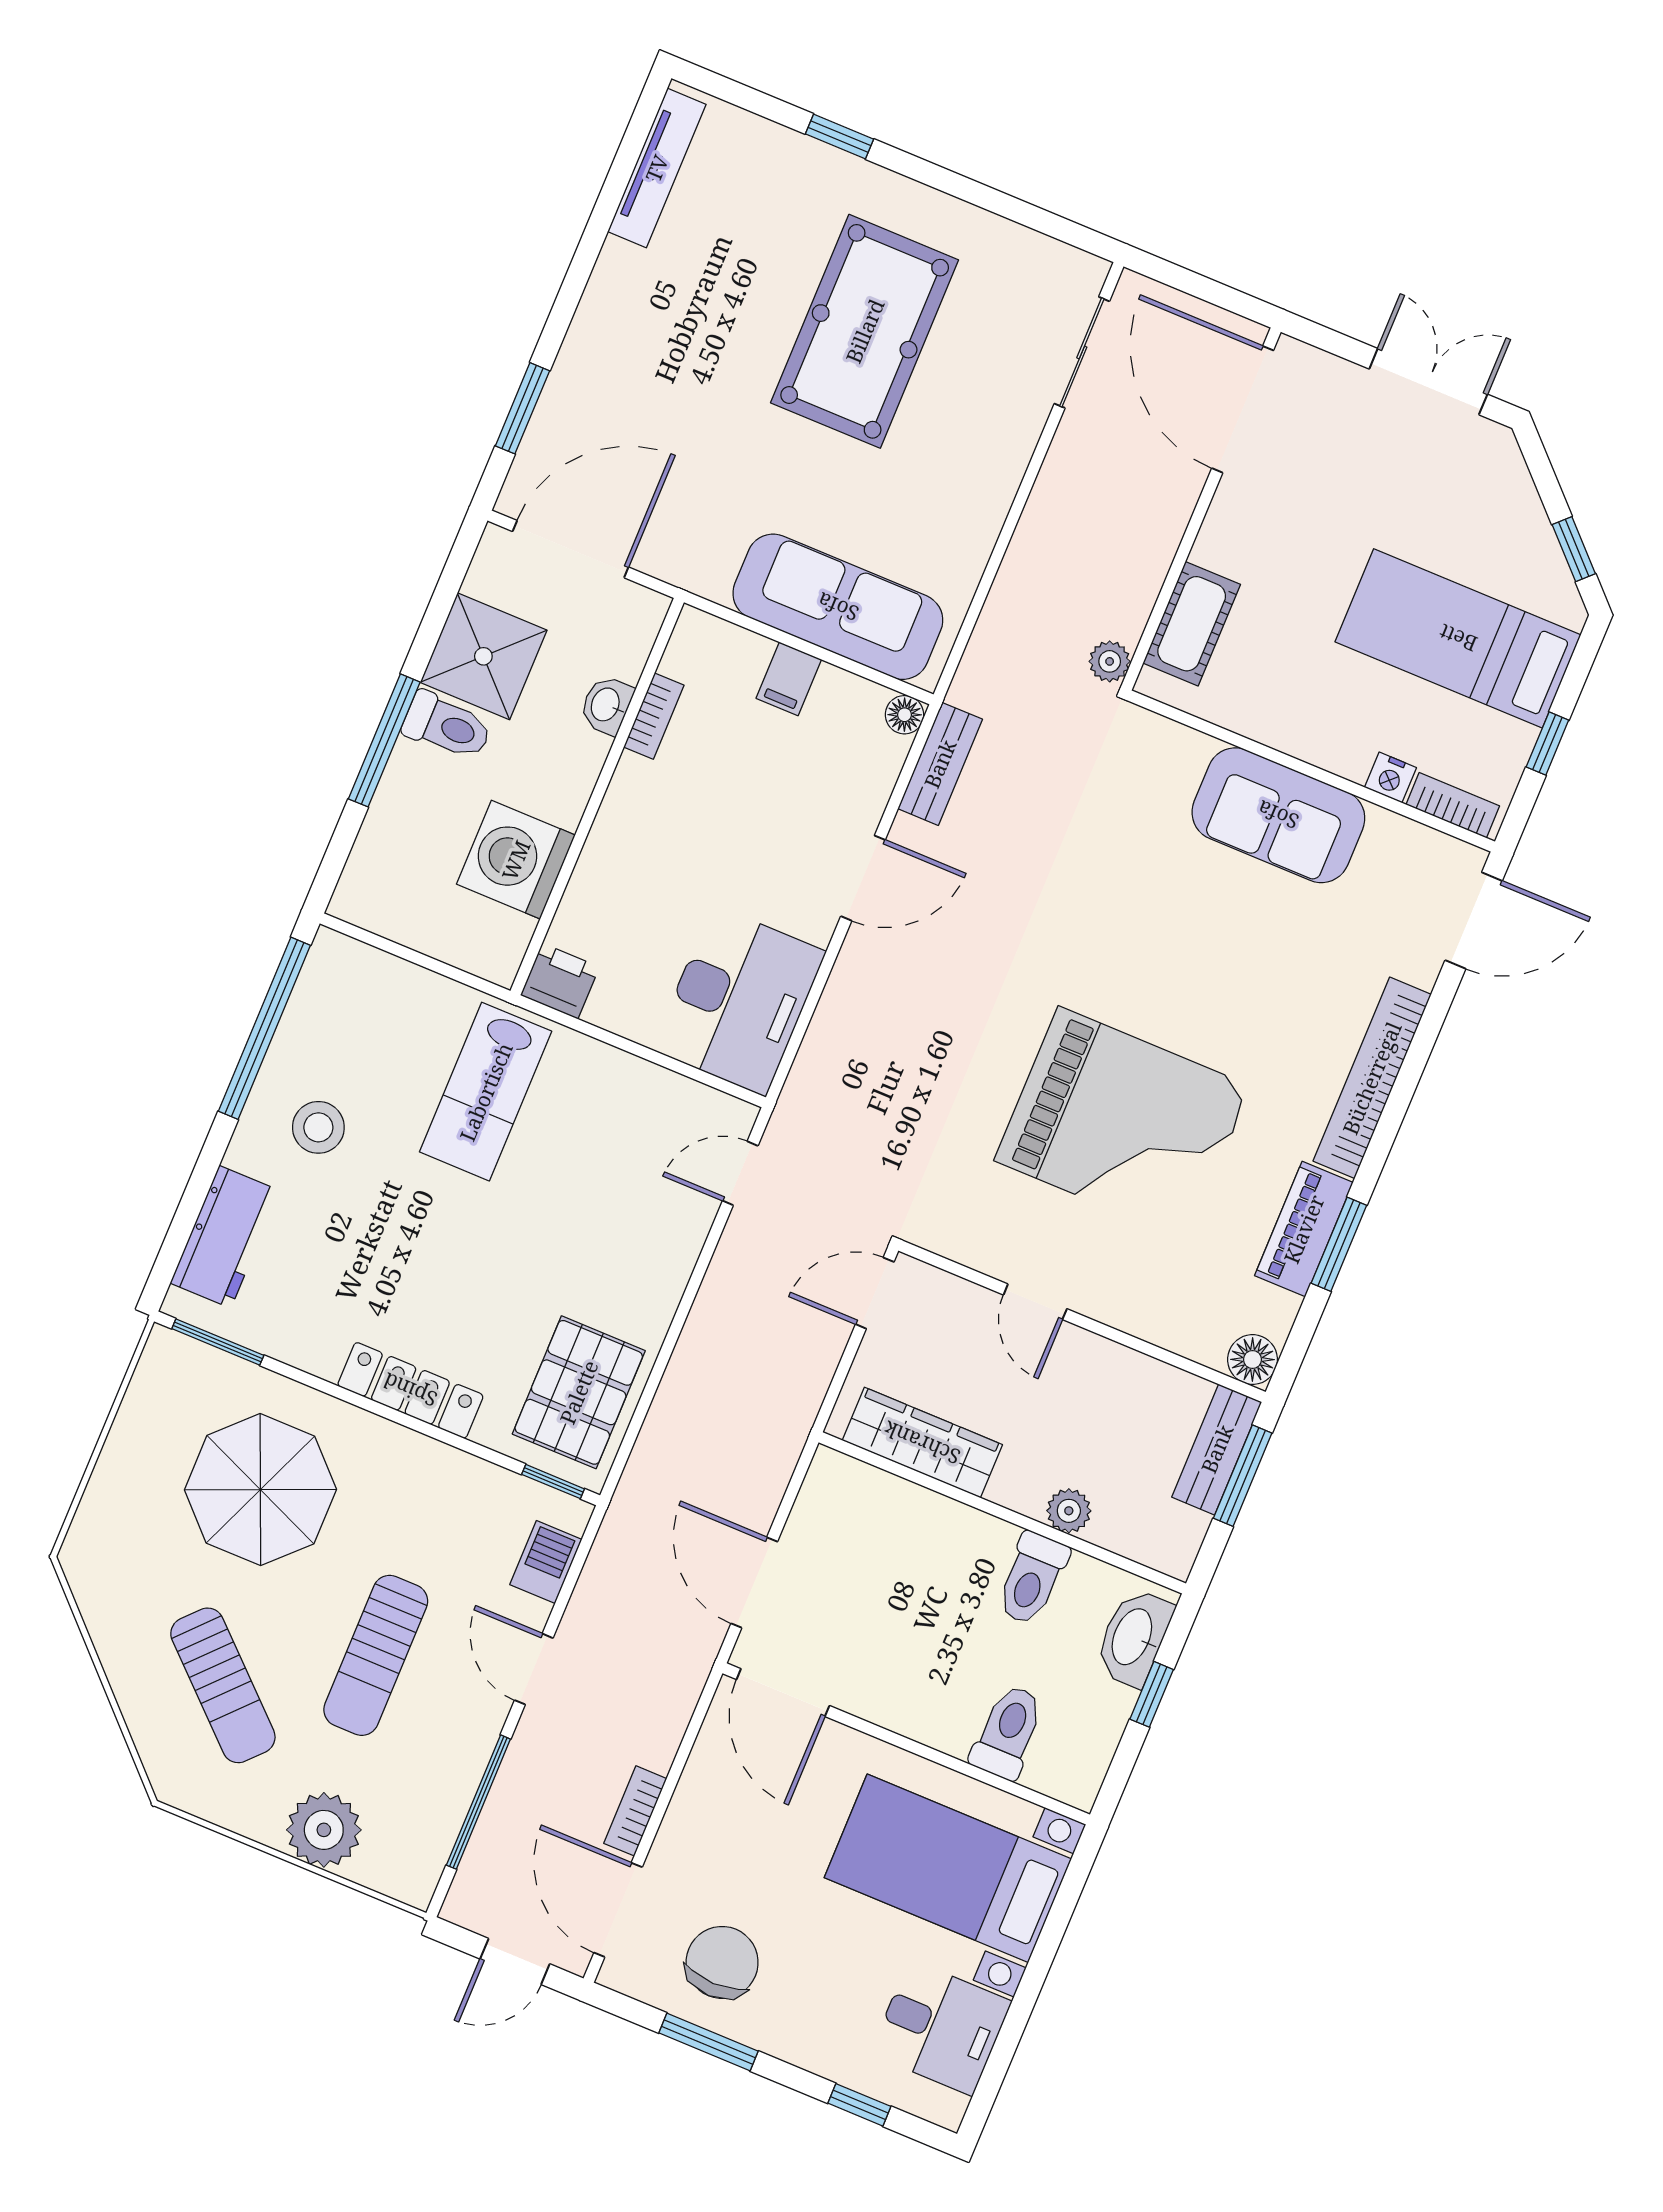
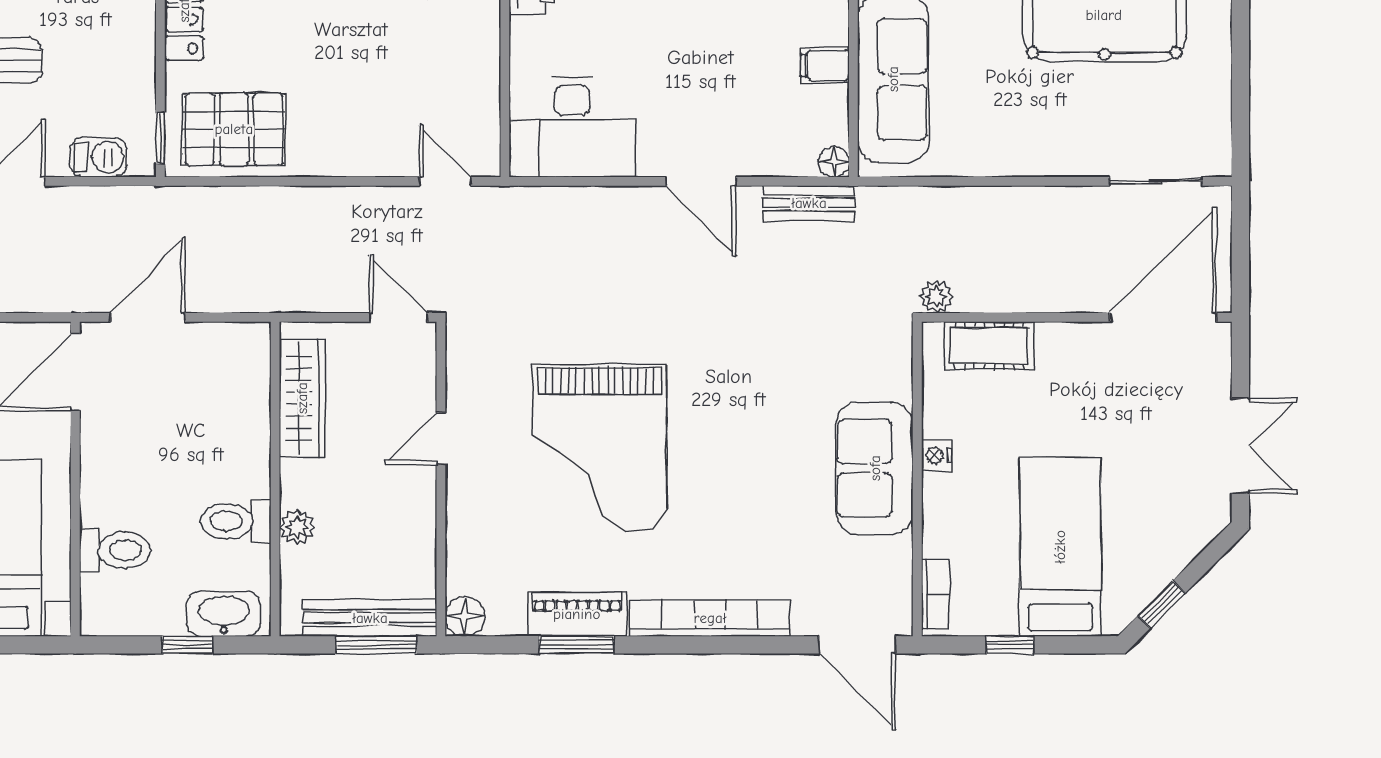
nightstand: (1390, 777) -> (937, 455), moved
bench: (1217, 1449) -> (370, 618), width x1.36

